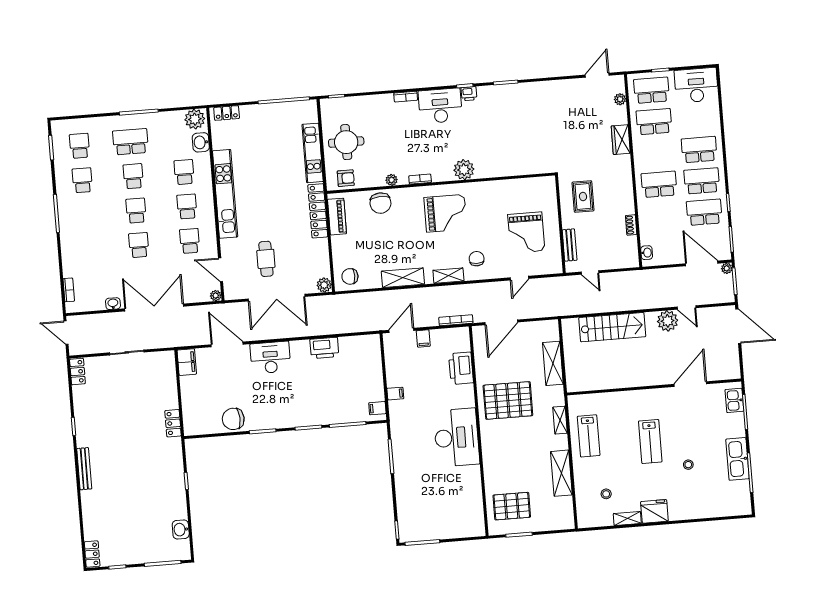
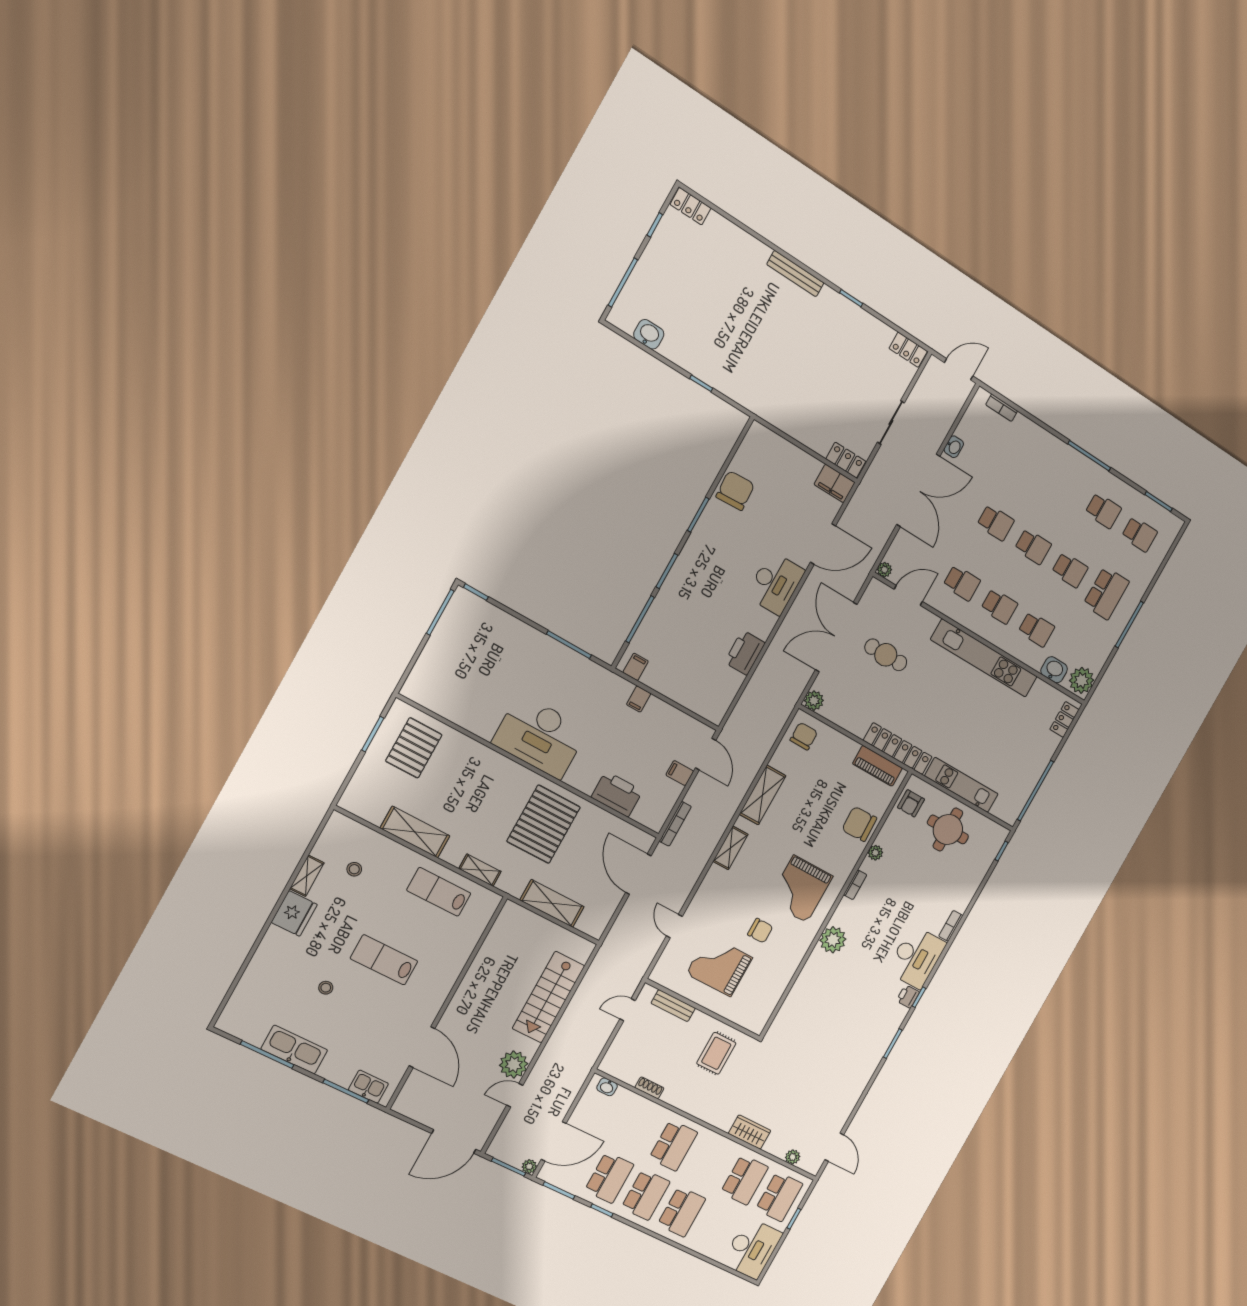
rug: (583, 196) -> (716, 1053), turned 90
chair: (477, 259) -> (760, 931), moved
locker: (173, 423) -> (846, 460), moved

